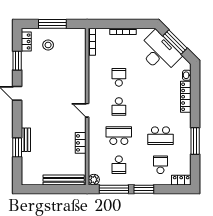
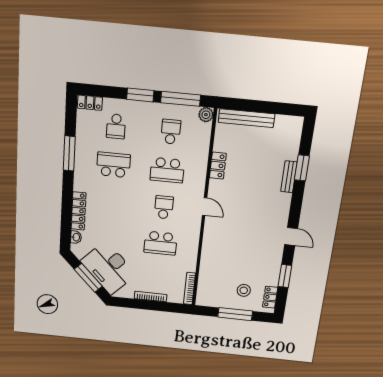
school desk: (119, 77) -> (160, 243), width x1.85

